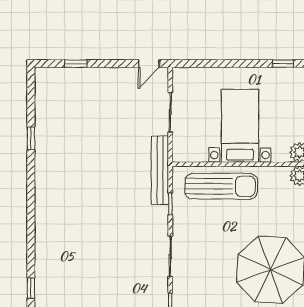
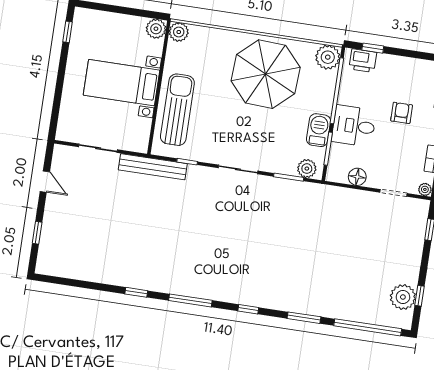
door: (149, 64) -> (45, 182), moved
window: (31, 138) -> (136, 292), moved
window: (31, 228) -> (190, 300), added

